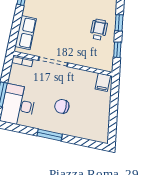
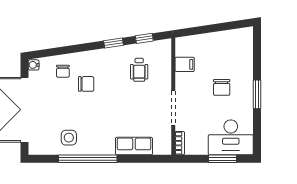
wheelchair: (99, 30) -> (139, 70), moved, turned -90
row of seats: (26, 33) -> (134, 146), moved
filing cabinet: (103, 82) -> (185, 64), moved

